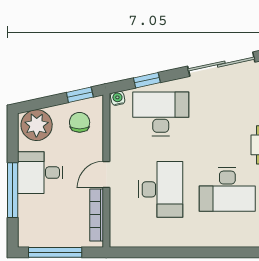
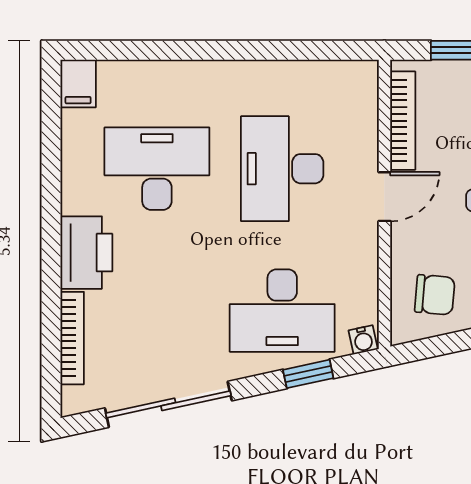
window: (80, 95) -> (434, 347), removed
chair: (80, 122) -> (435, 295), turned -85

